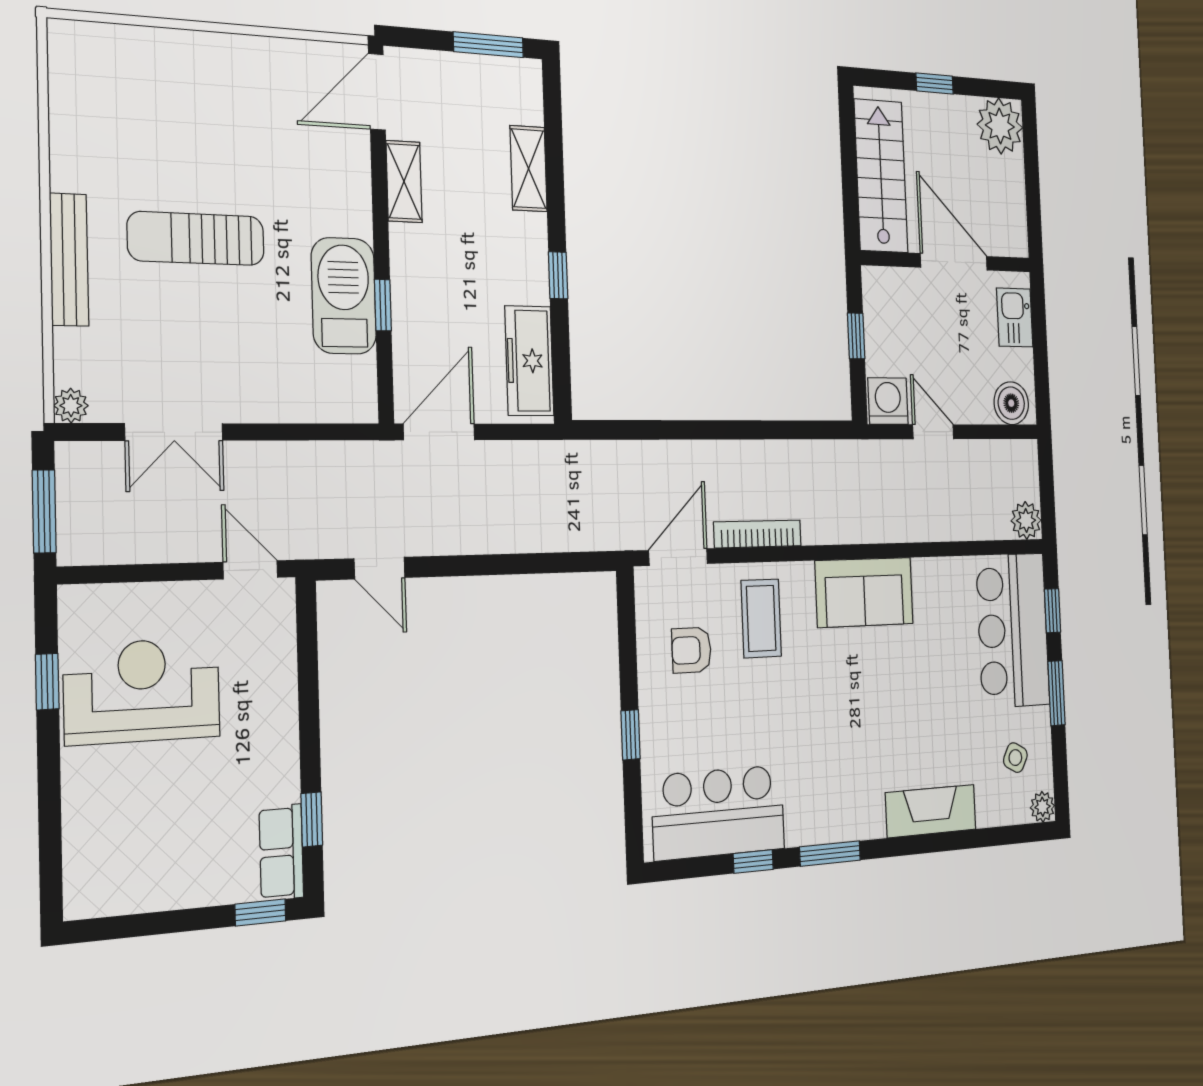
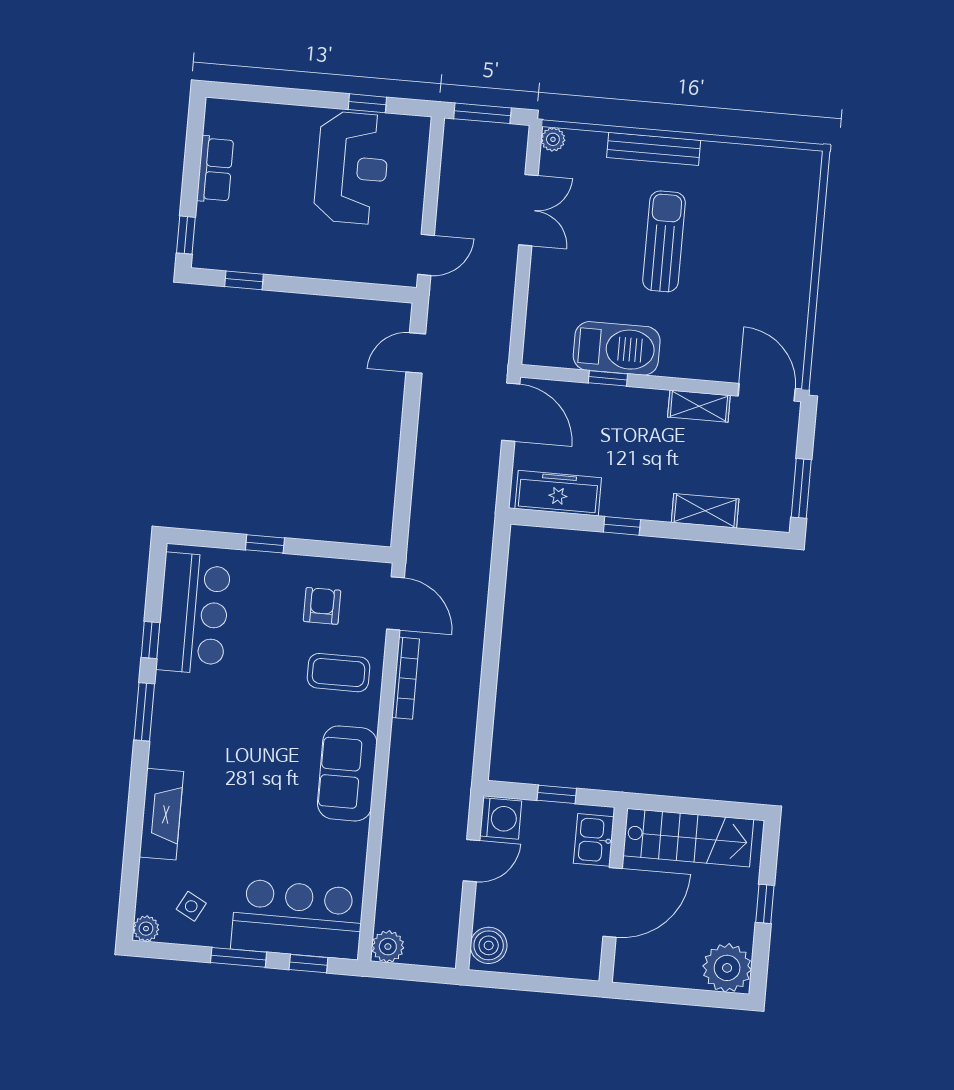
kitchen sink: (1015, 317) -> (594, 840), moved, turned -90
double door: (174, 432) -> (528, 210), swing flipped
row of seats: (281, 852) -> (215, 169), moved, turned 90

